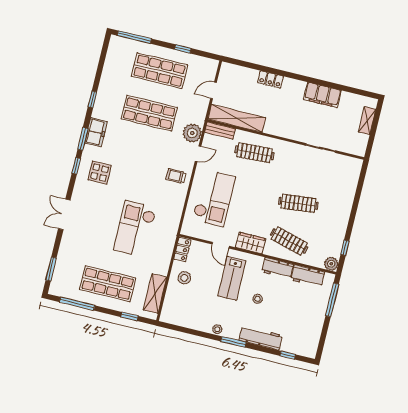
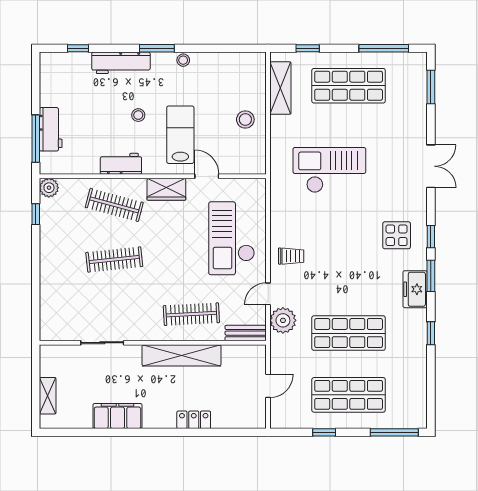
shelving: (237, 118) -> (182, 355), moved
checkout: (135, 229) -> (329, 170), turned -90
locker: (182, 250) -> (258, 157), removed
workbench: (308, 276) -> (51, 129), moved, turned 90

